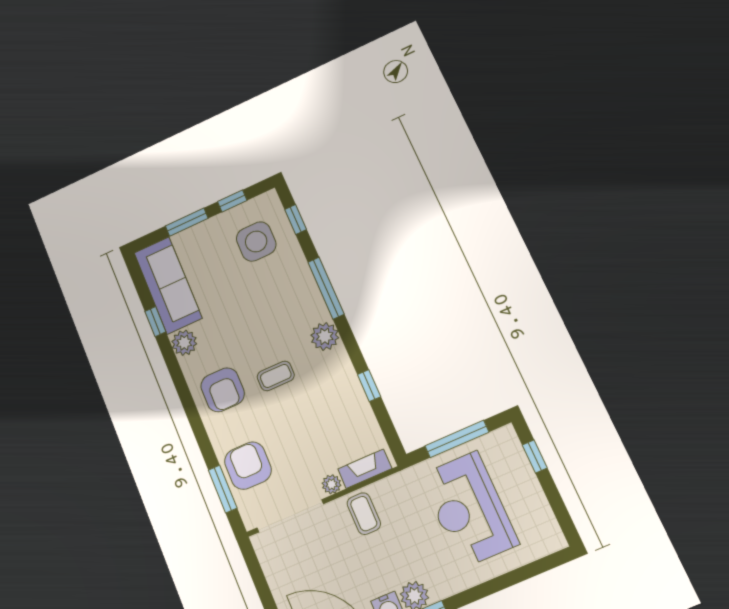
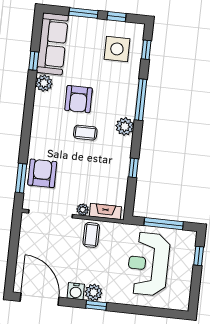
armchair: (223, 390) -> (78, 99), moved

